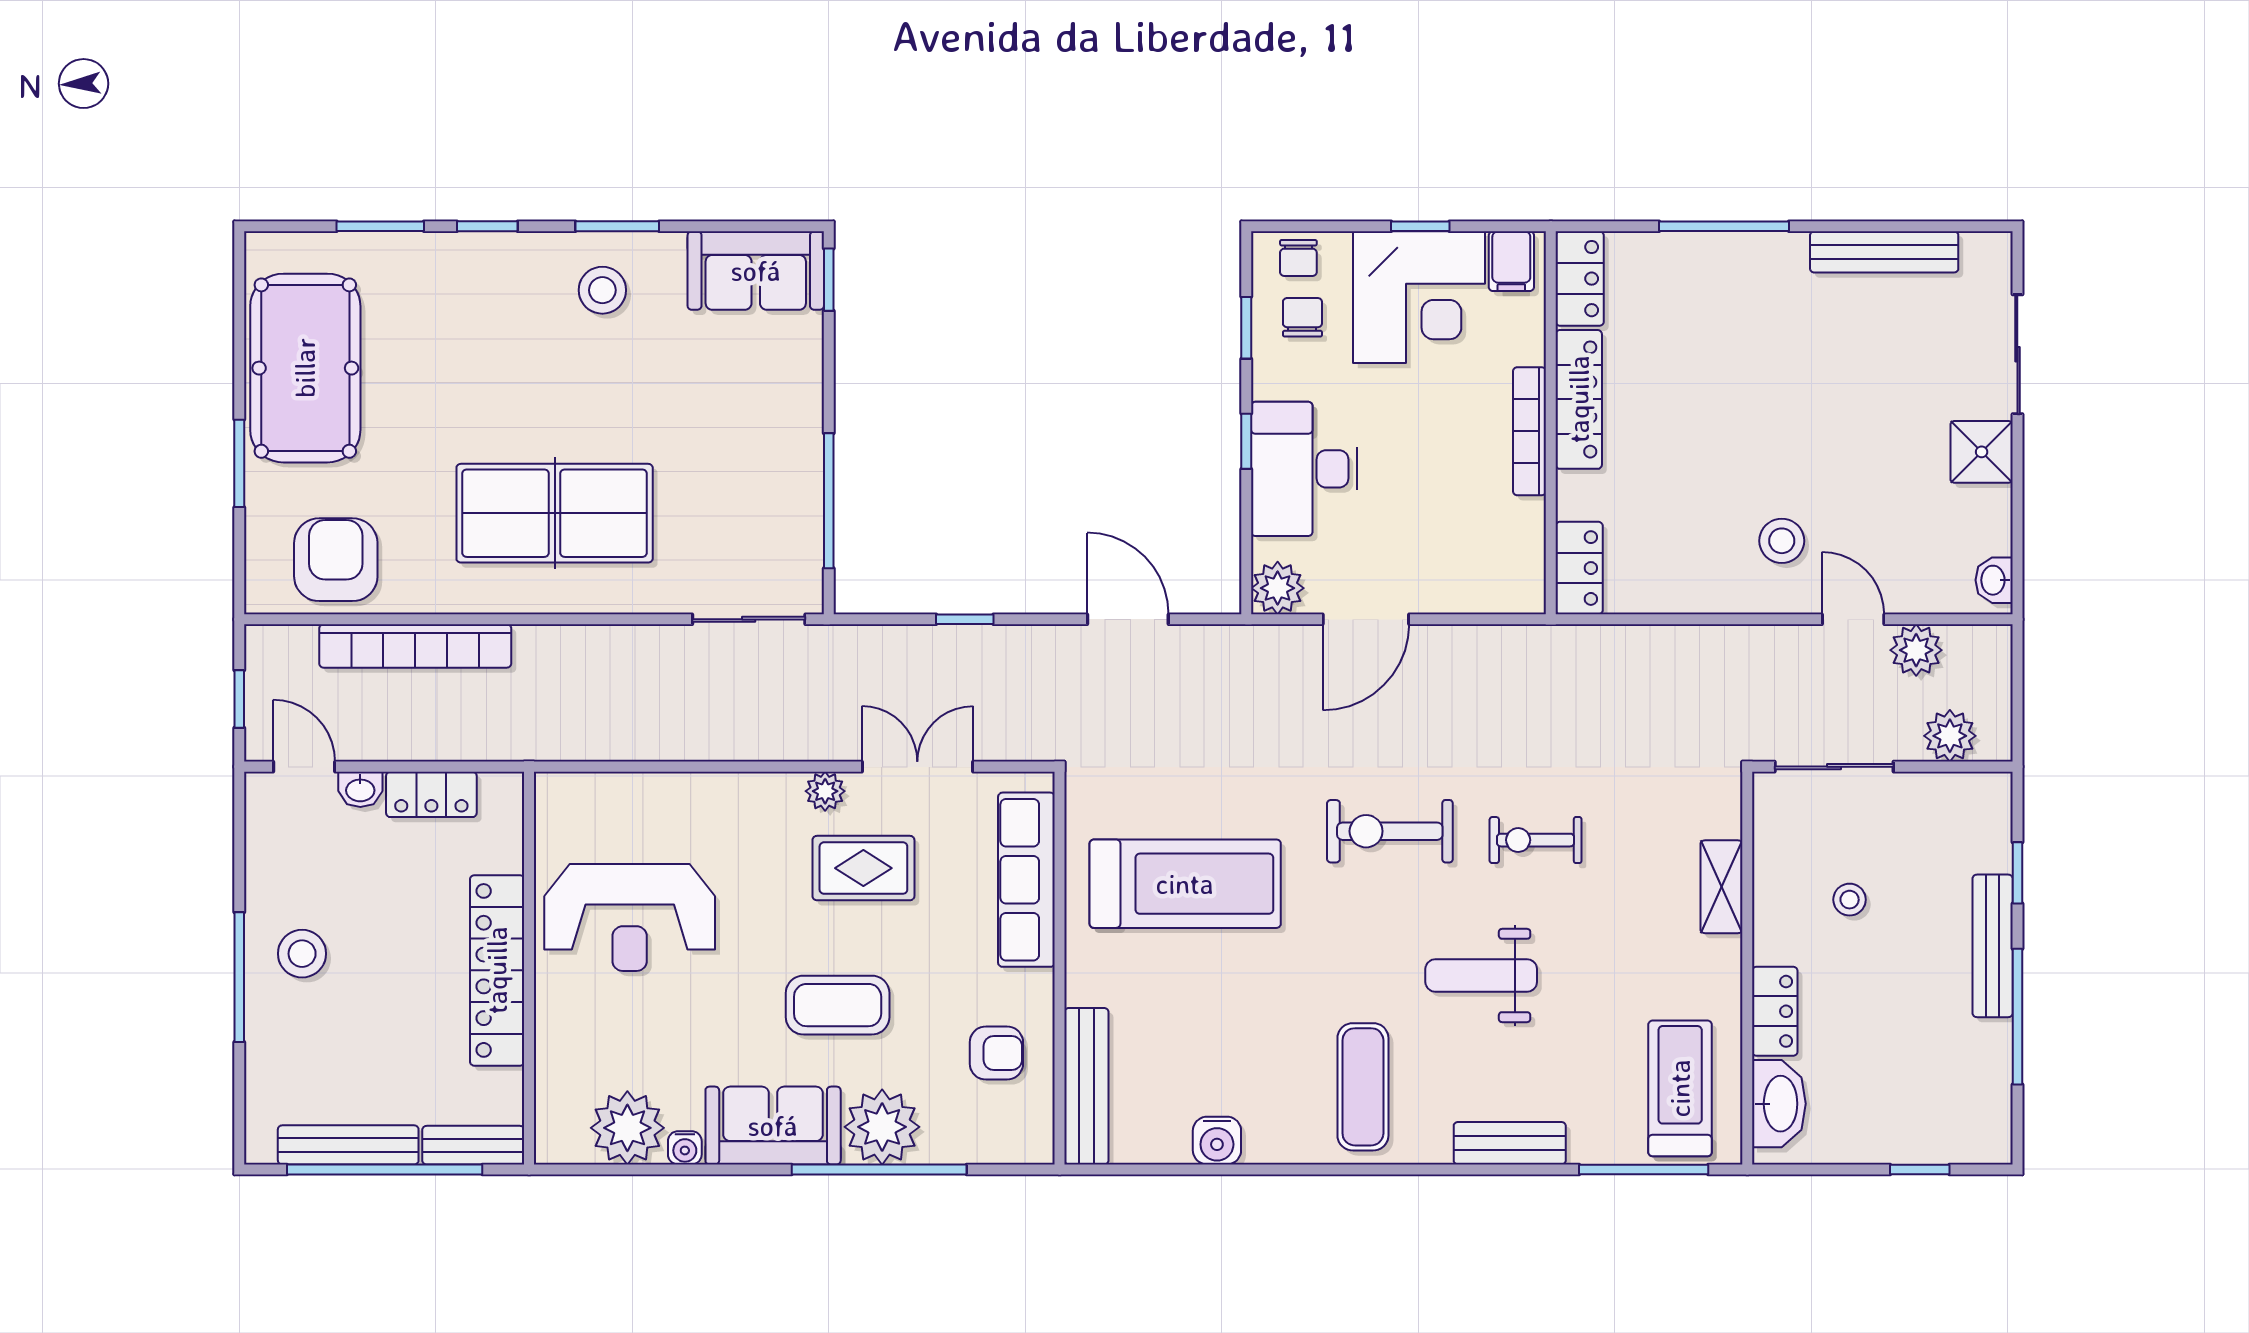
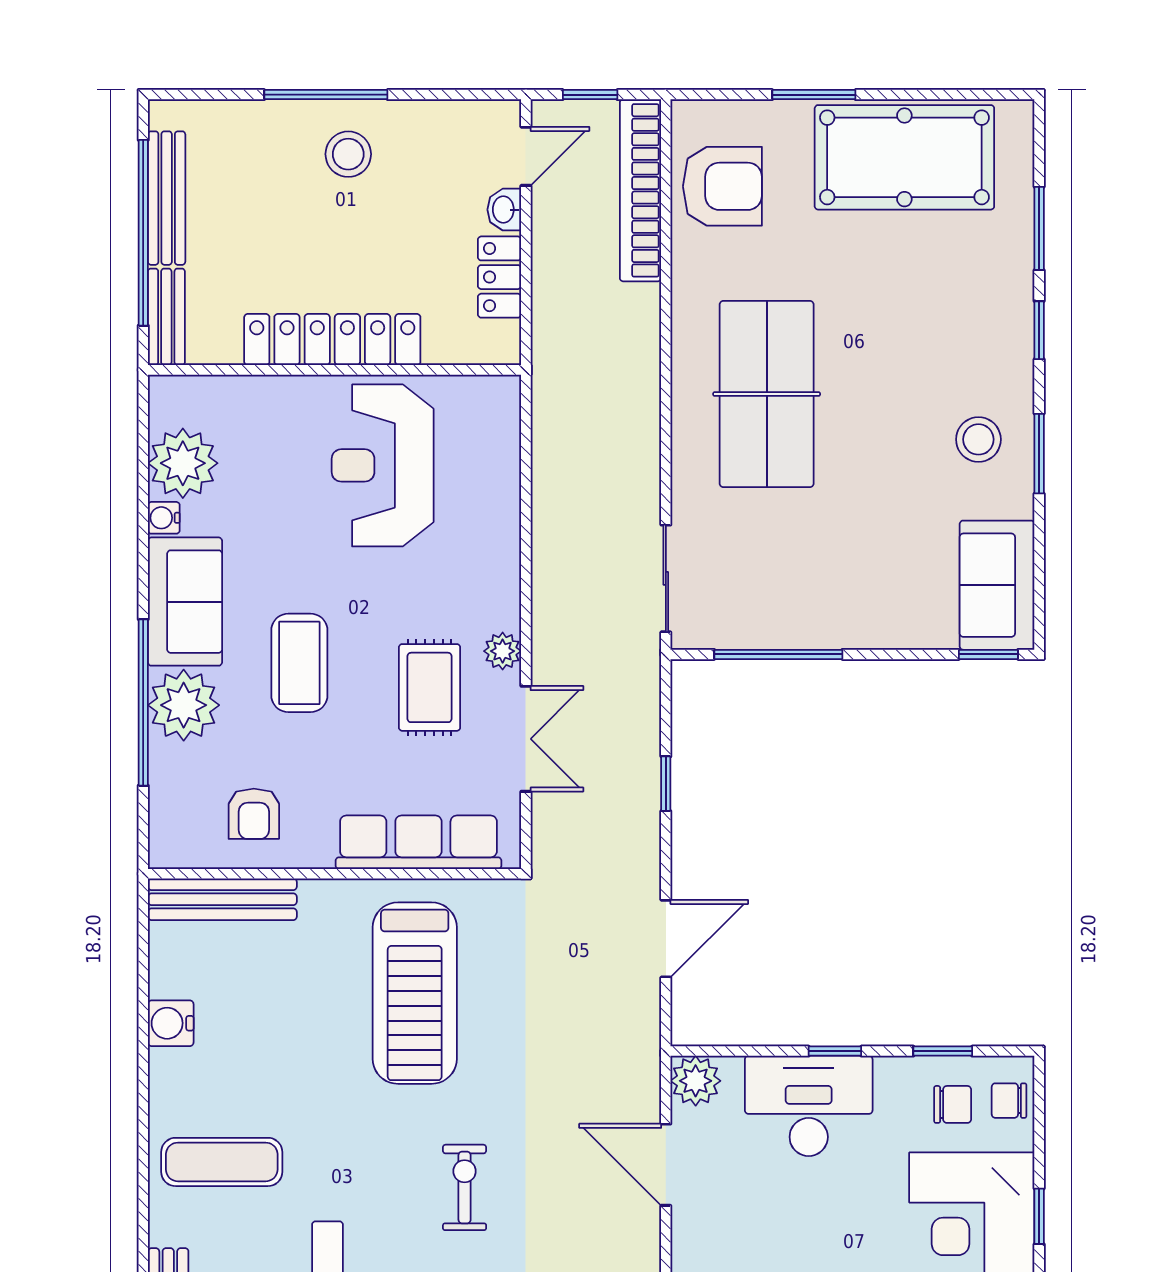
bookcase: (415, 646) -> (640, 190), moved
exercise bike: (1390, 831) -> (465, 1187), width x0.73, depth x0.72

